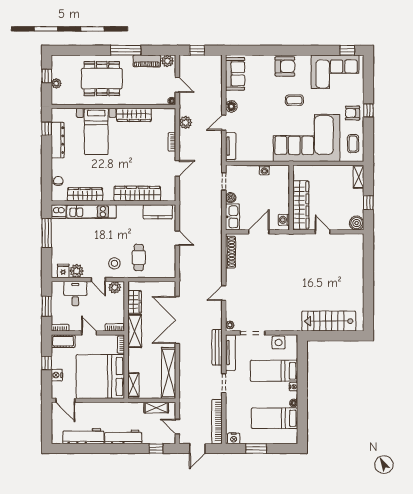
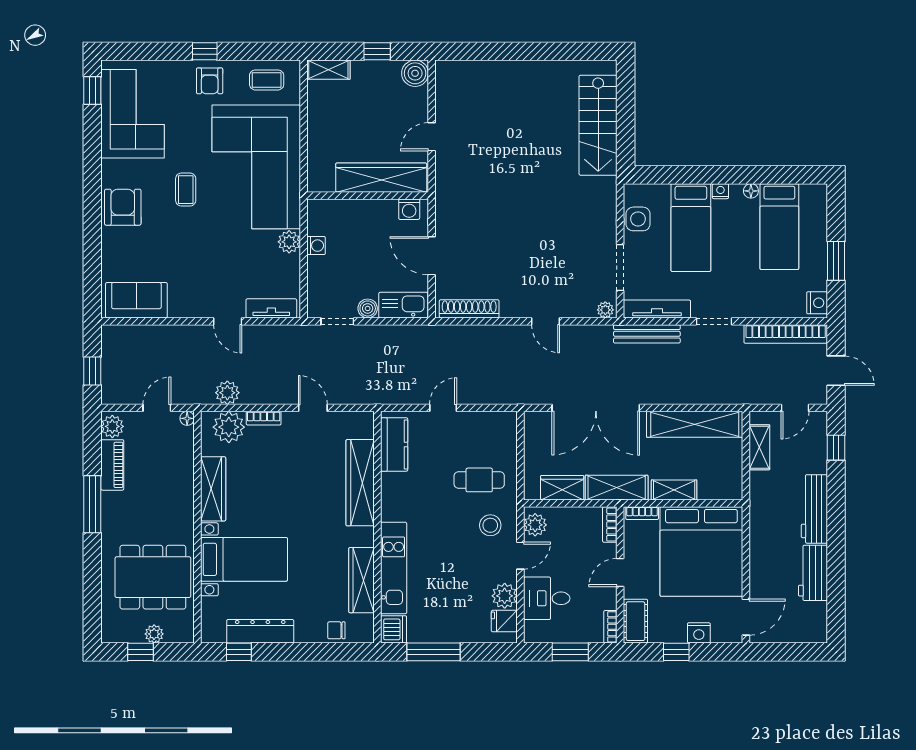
dining table: (102, 79) -> (153, 577), moved, turned 90
floor lamp: (231, 106) -> (197, 307), removed
plant: (167, 123) -> (229, 427), added
plant: (266, 156) -> (289, 242), added
shelving: (133, 385) -> (674, 490), moved
workbench: (83, 436) -> (813, 573), width x0.73

